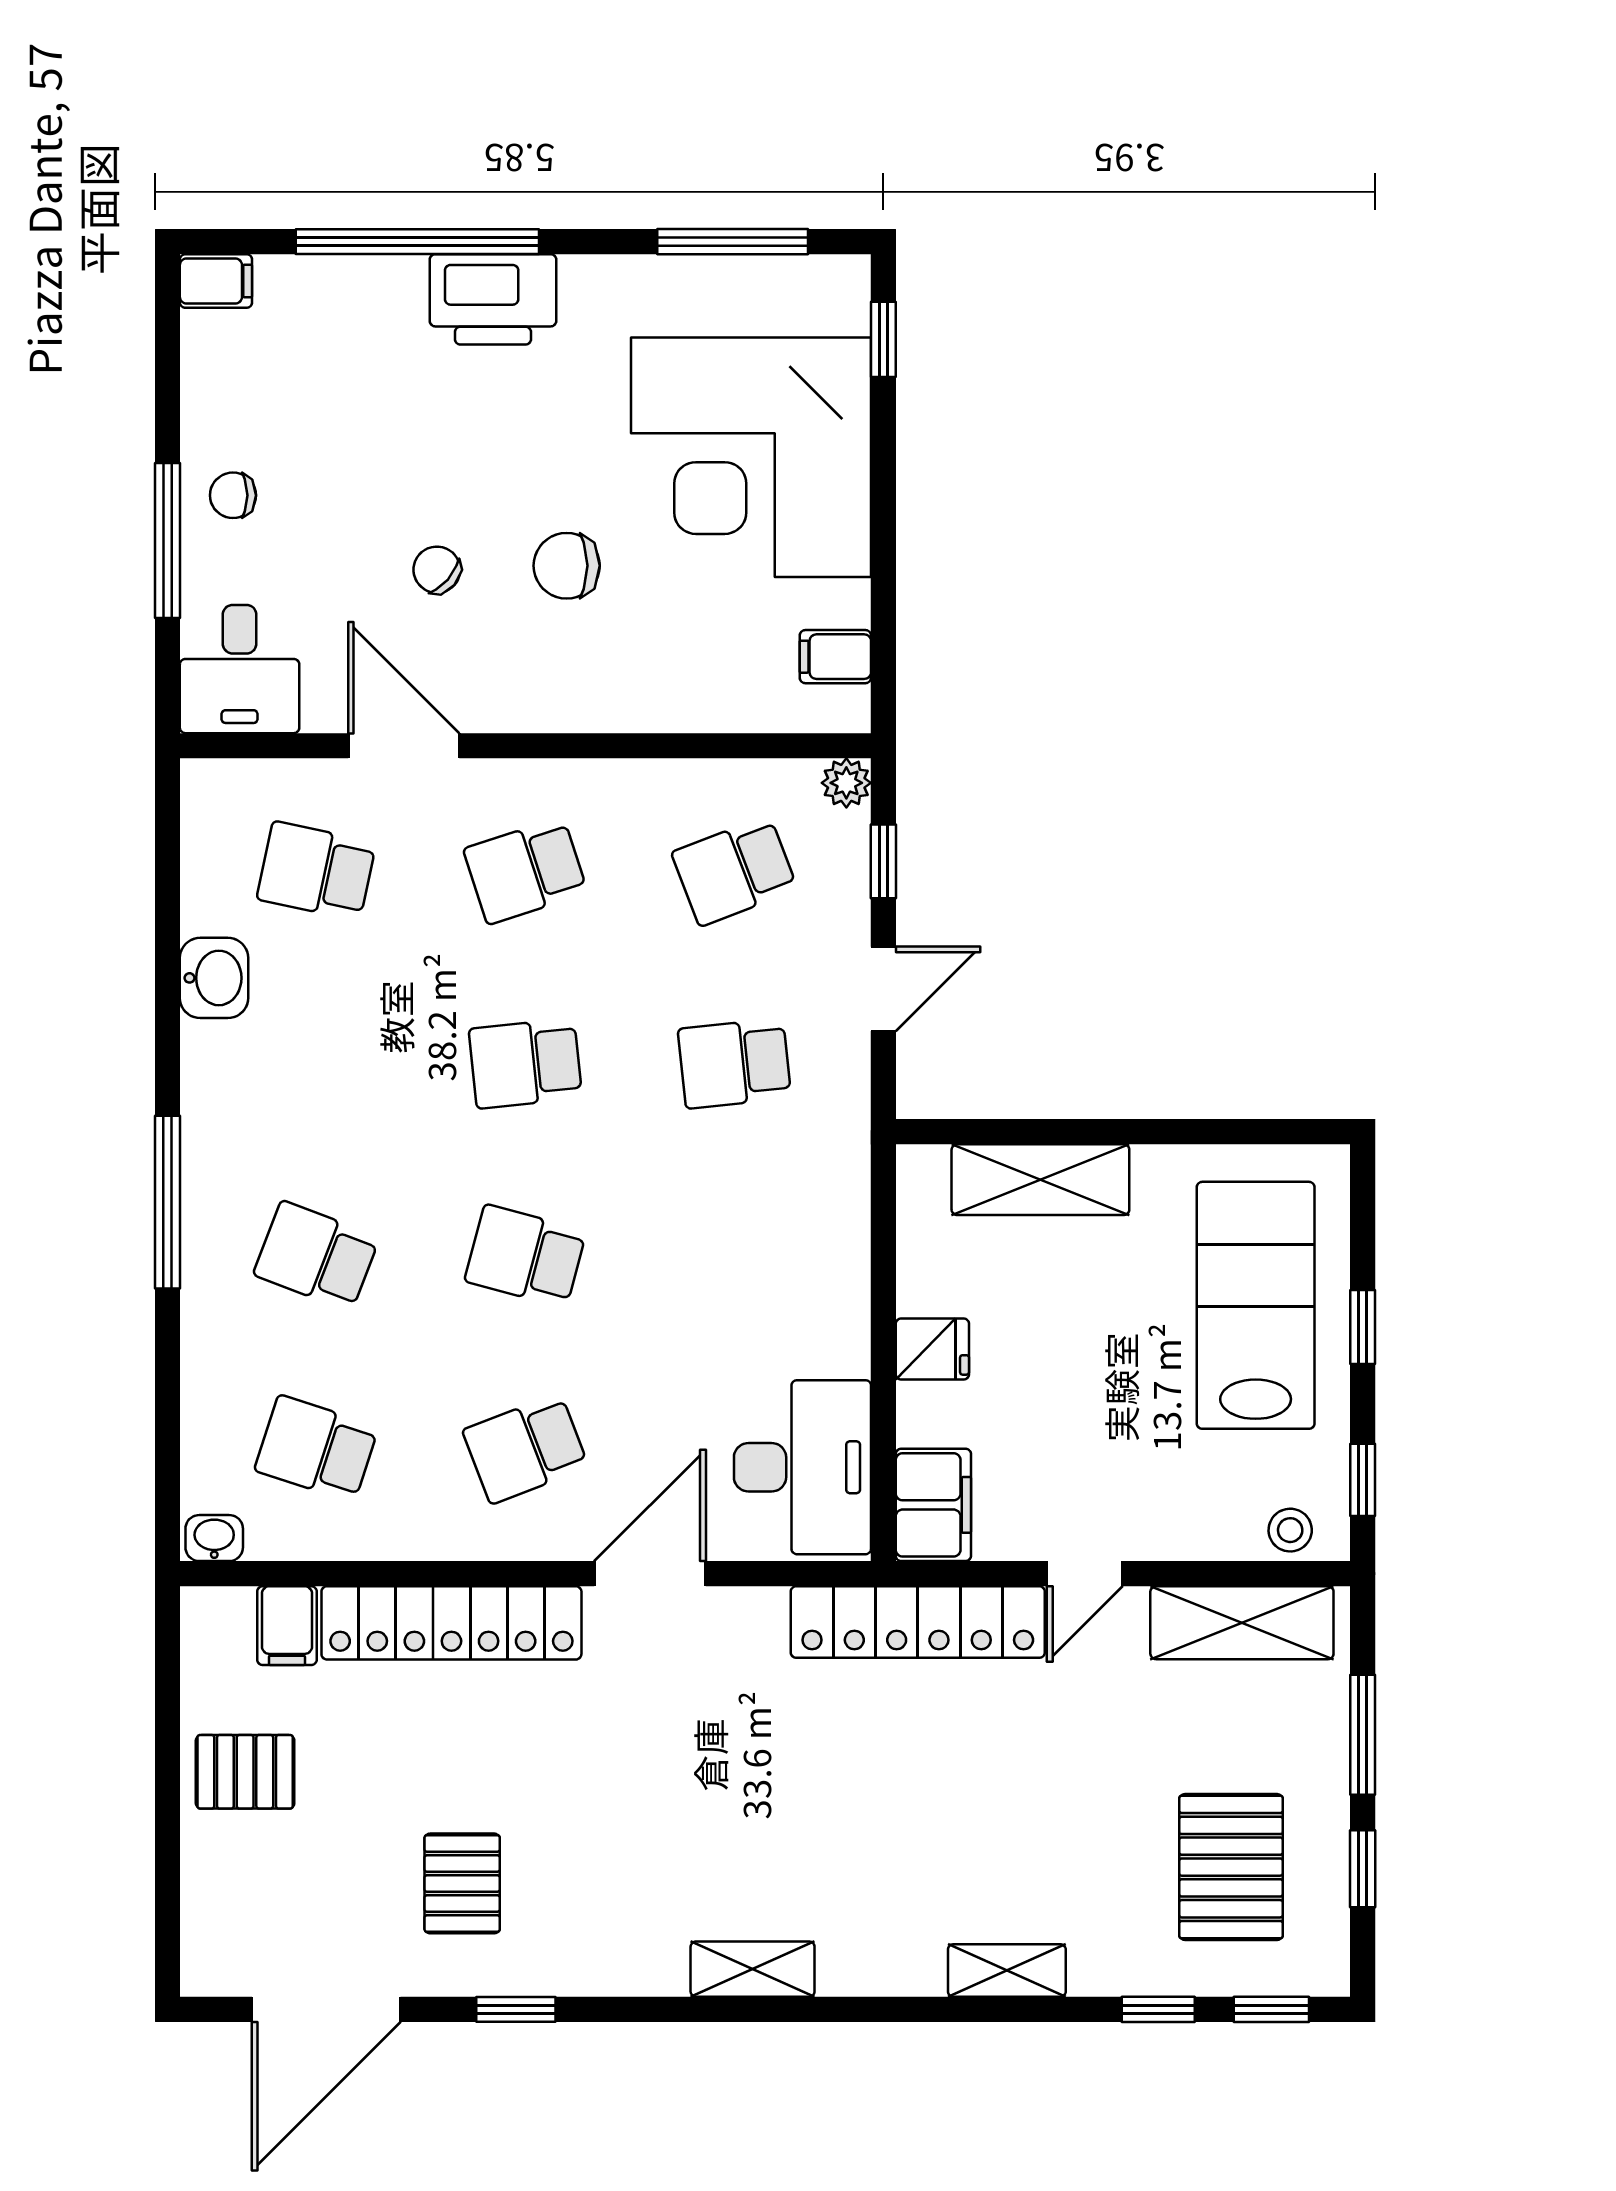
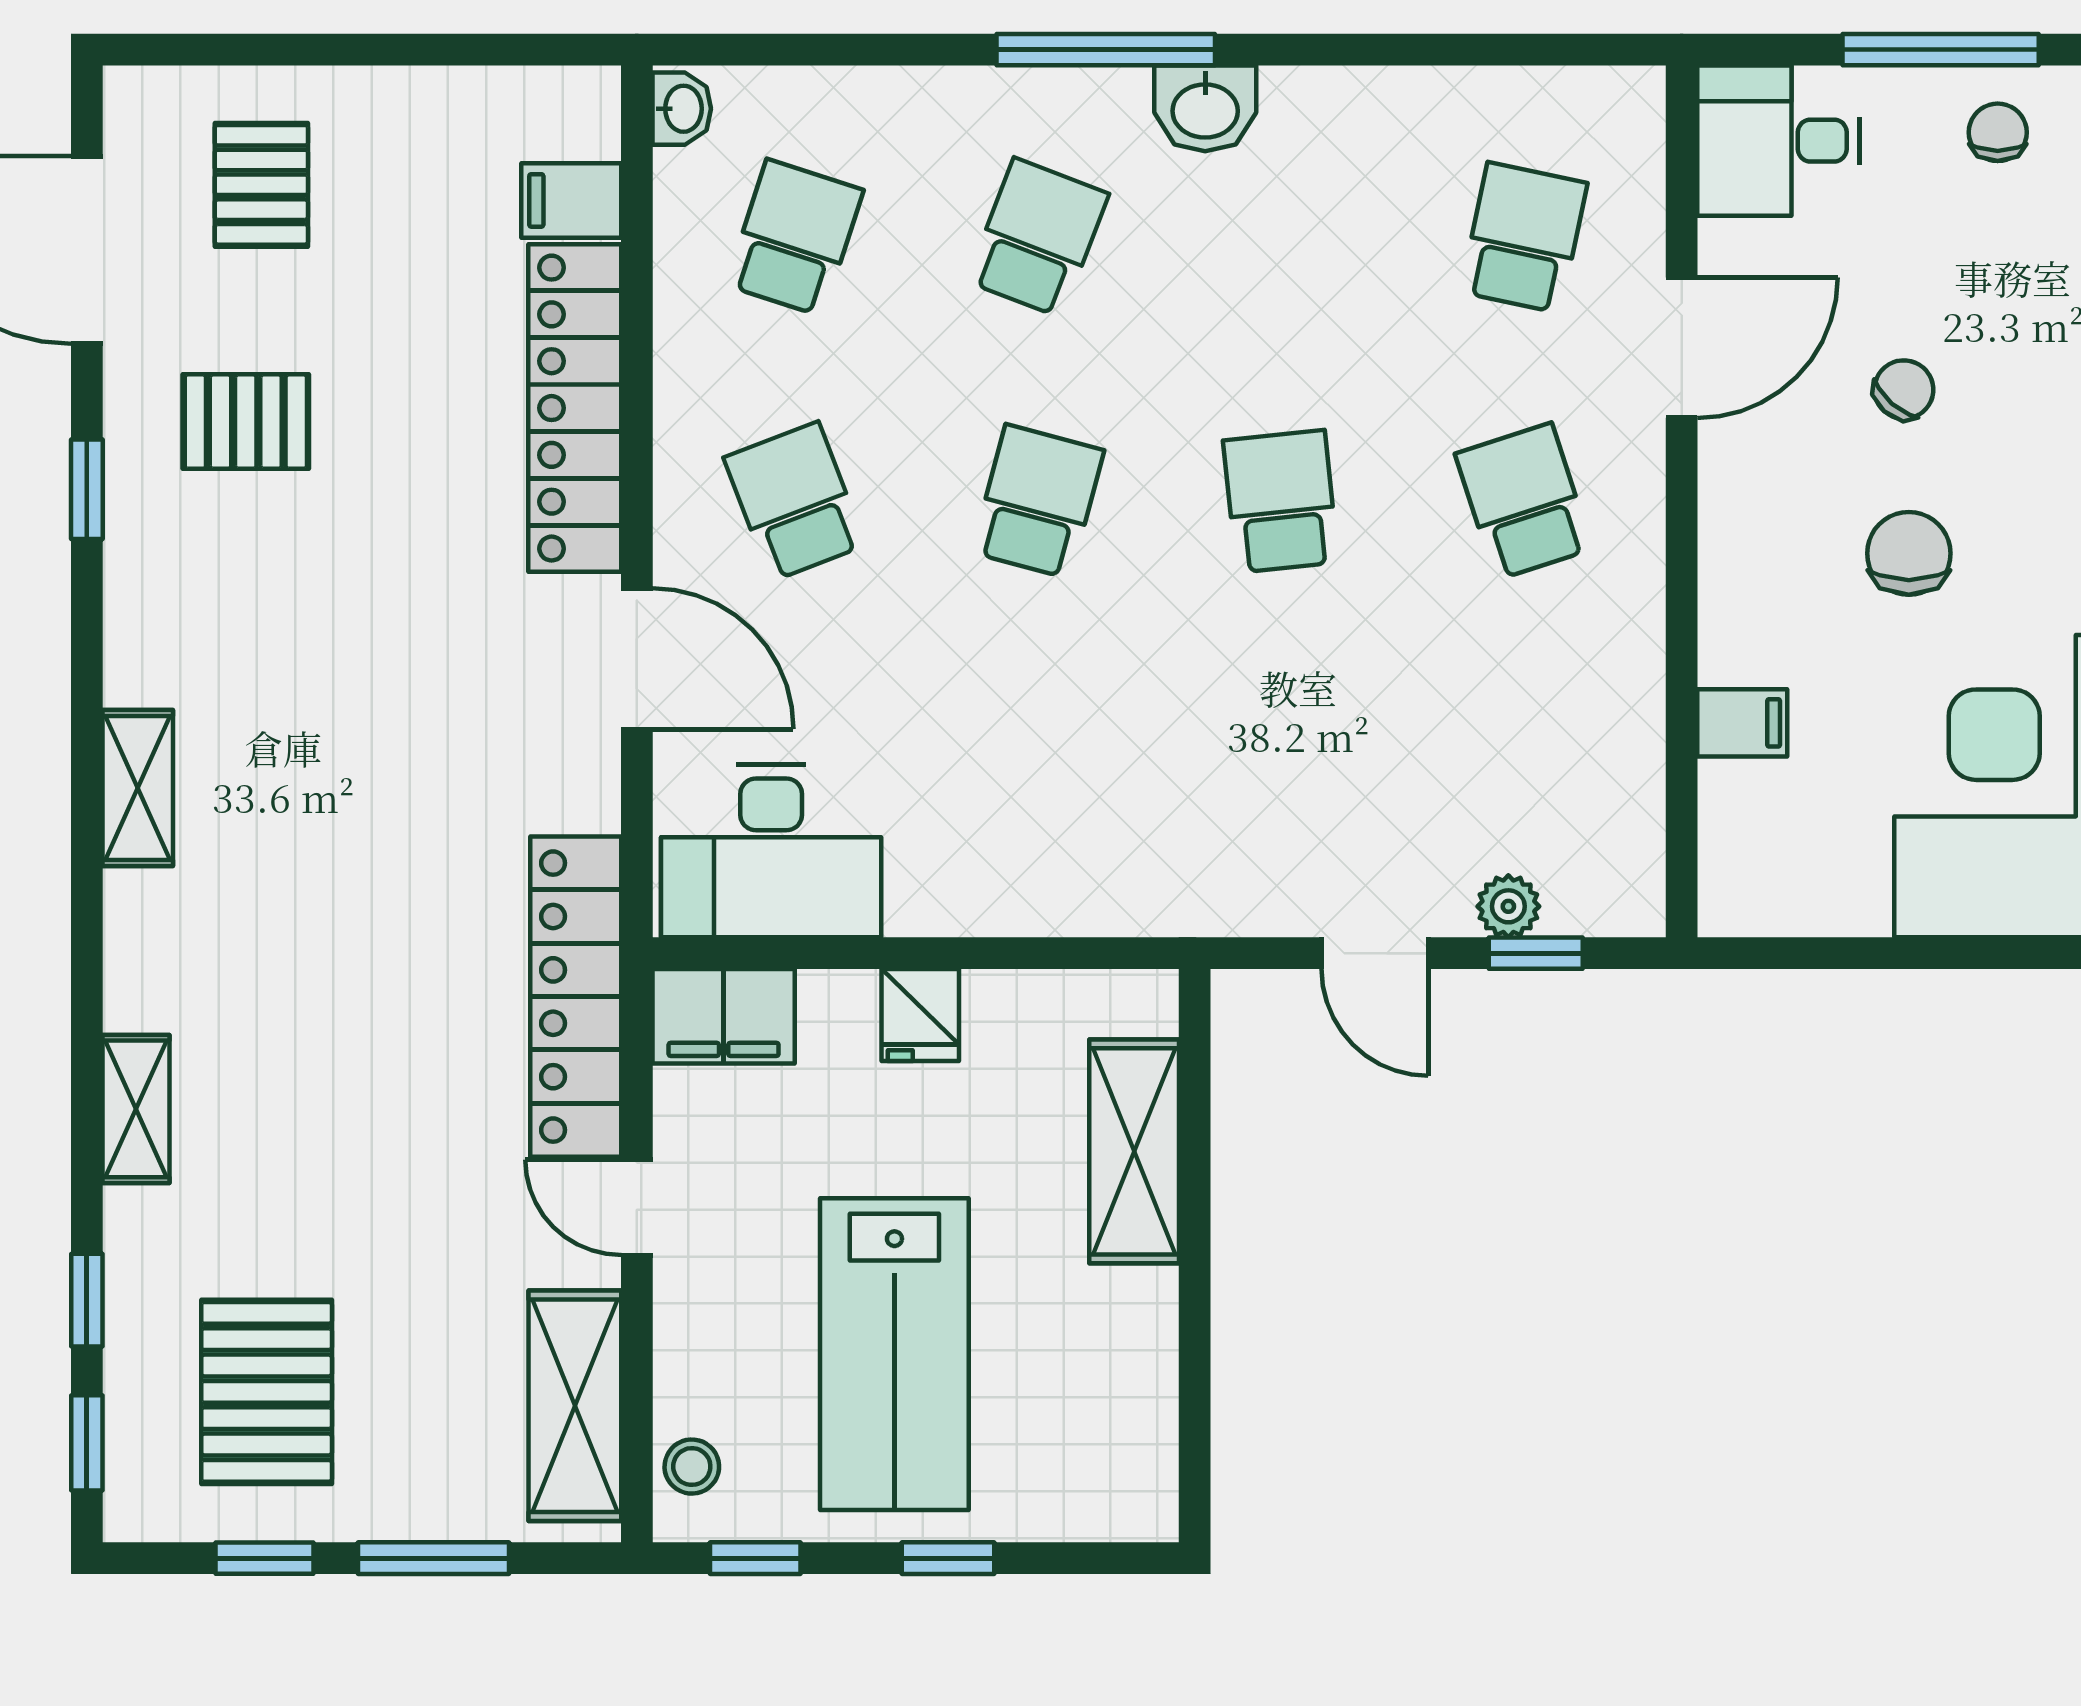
filing cabinet: (835, 657) -> (1742, 723), moved, turned 90
plant: (846, 783) -> (1508, 906), moved
school desk: (734, 871) -> (1524, 765), removed
washbasin: (214, 978) -> (1205, 108), moved
school desk: (734, 1063) -> (1281, 765), removed
lab bench: (1256, 1305) -> (894, 1354), moved, turned 90
pallet: (245, 1772) -> (261, 185), moved
pallet: (1231, 1867) -> (267, 1392), turned 90

